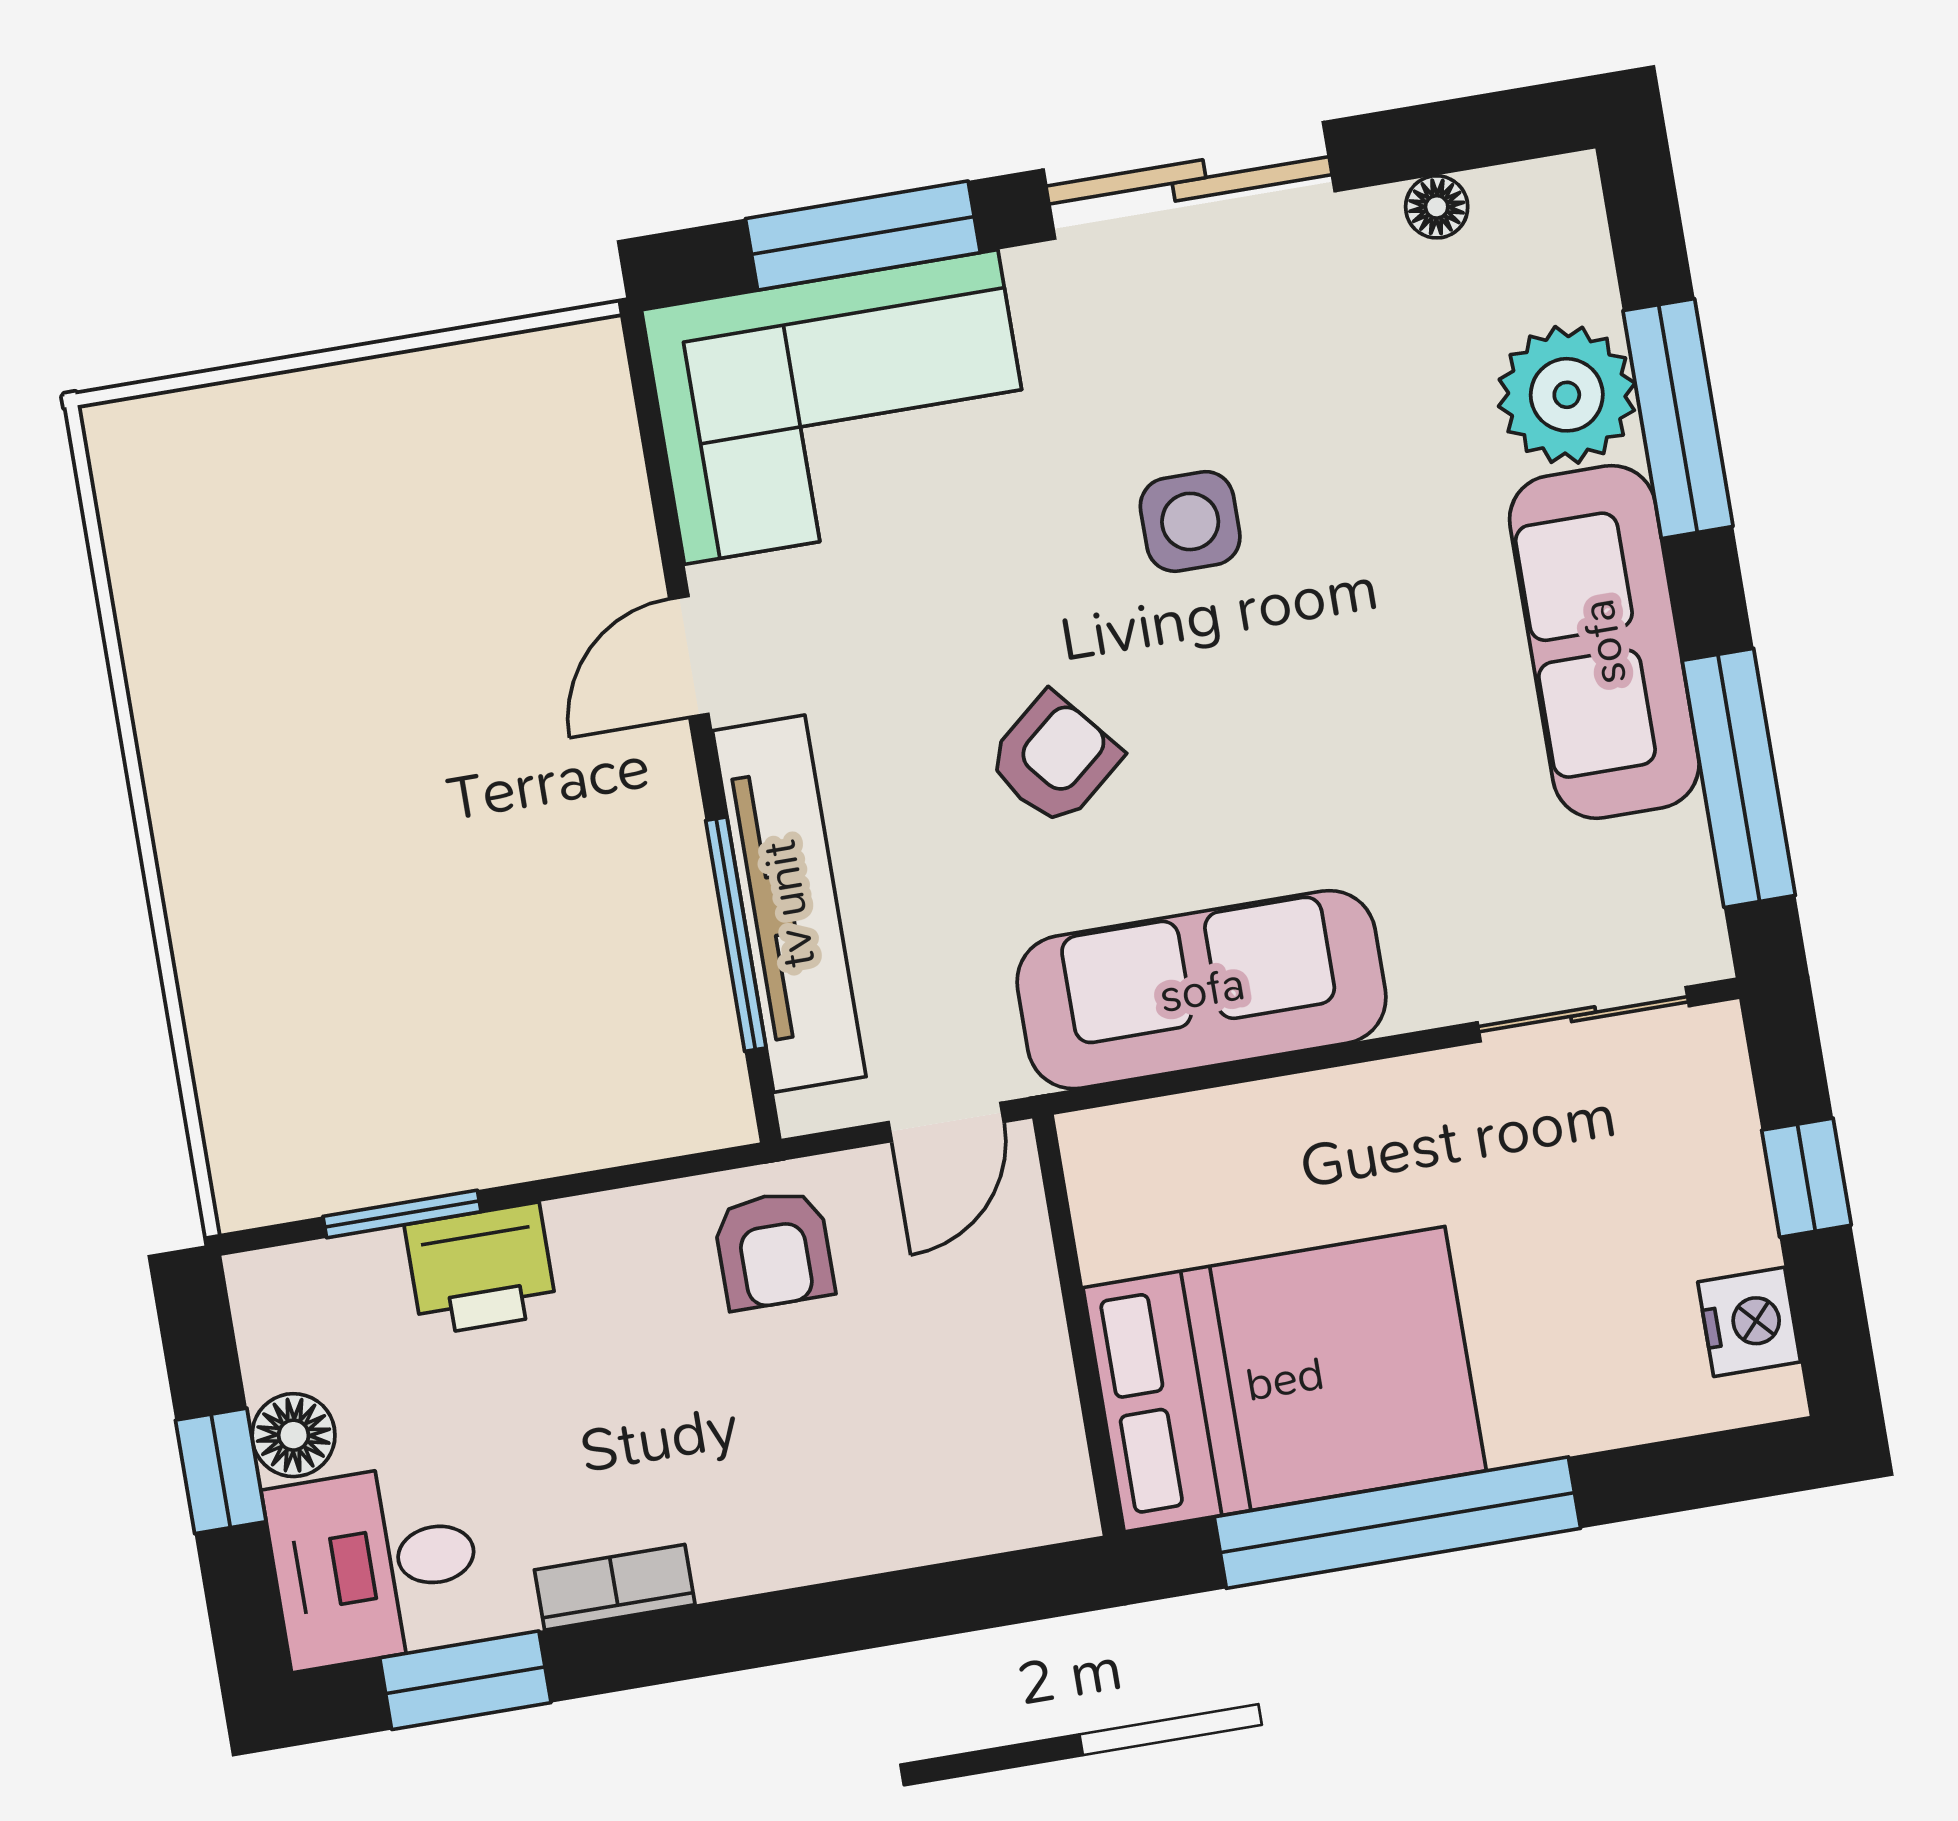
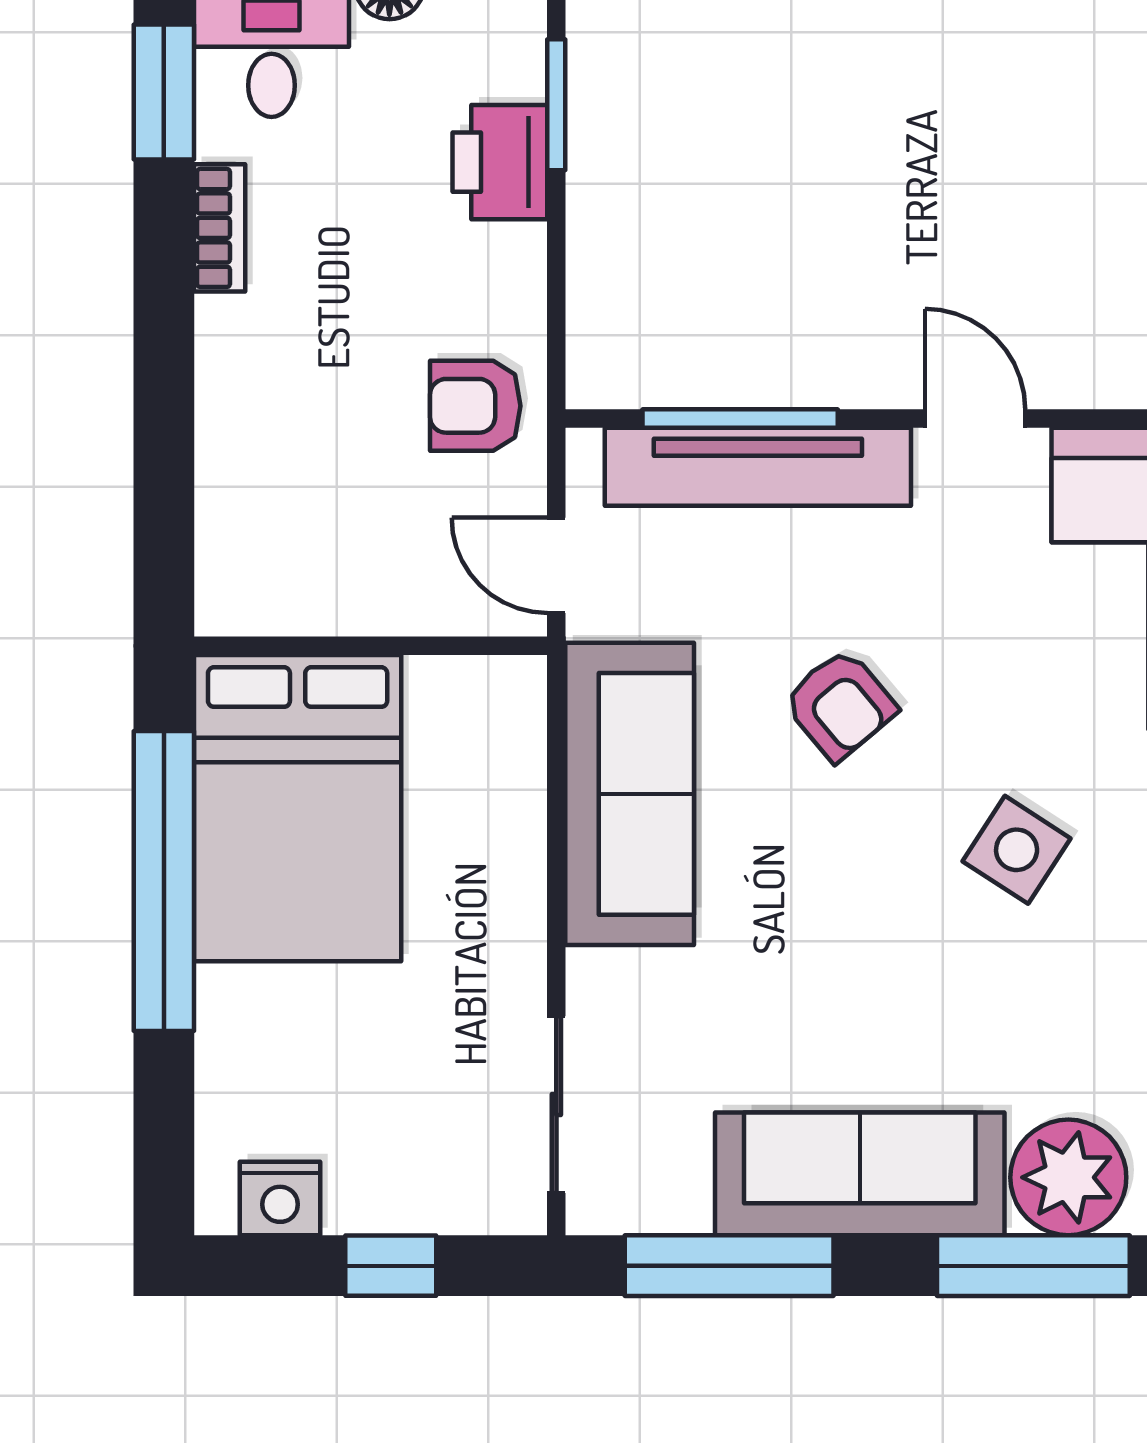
side table: (1190, 521) -> (1017, 850), turned 33

